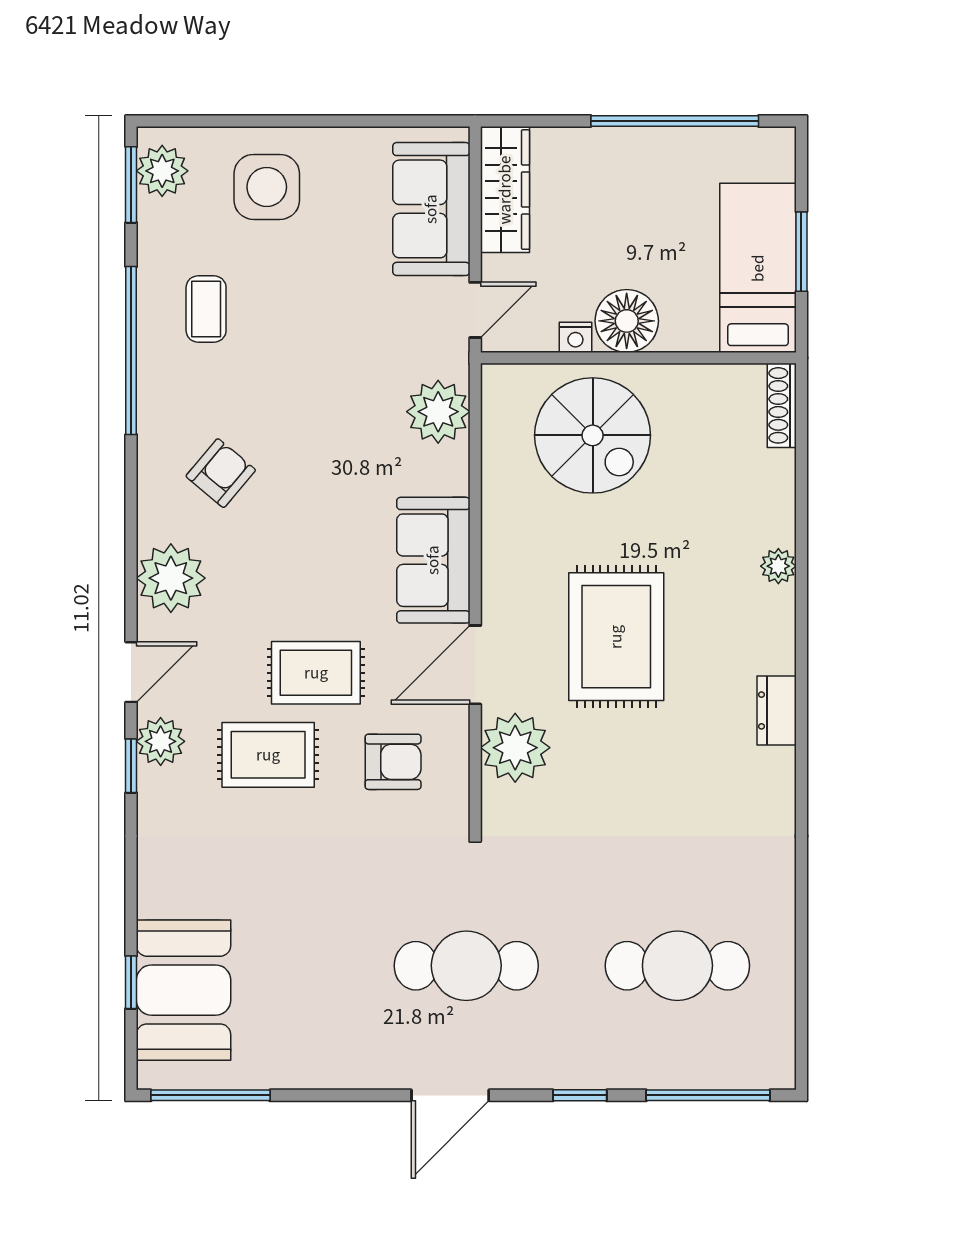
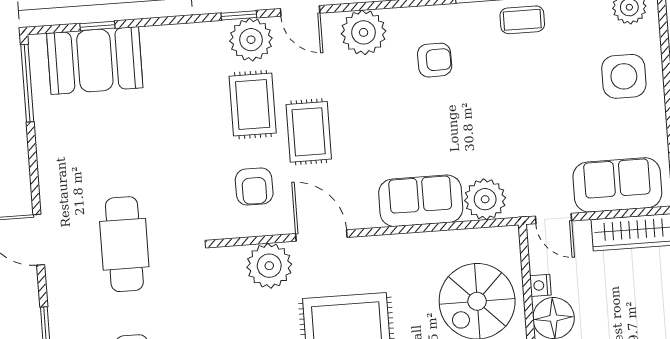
coffee table: (206, 309) -> (522, 20), moved
armchair: (221, 473) -> (435, 60), turned -41
sofa: (433, 560) -> (421, 201), moved
plant: (161, 741) -> (251, 40), width x1.36, depth x1.36

